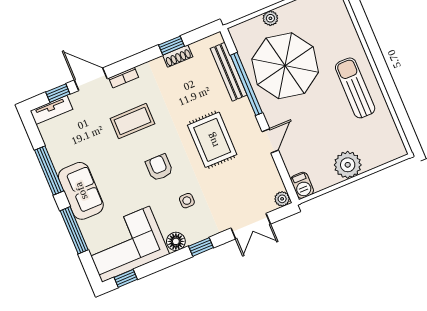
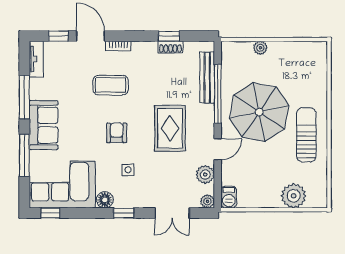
parasol: (285, 66) -> (259, 112), moved
tv unit: (51, 110) -> (36, 59), moved, turned -90
plant: (348, 165) -> (294, 196), moved
plant: (268, 172) -> (205, 175), added

